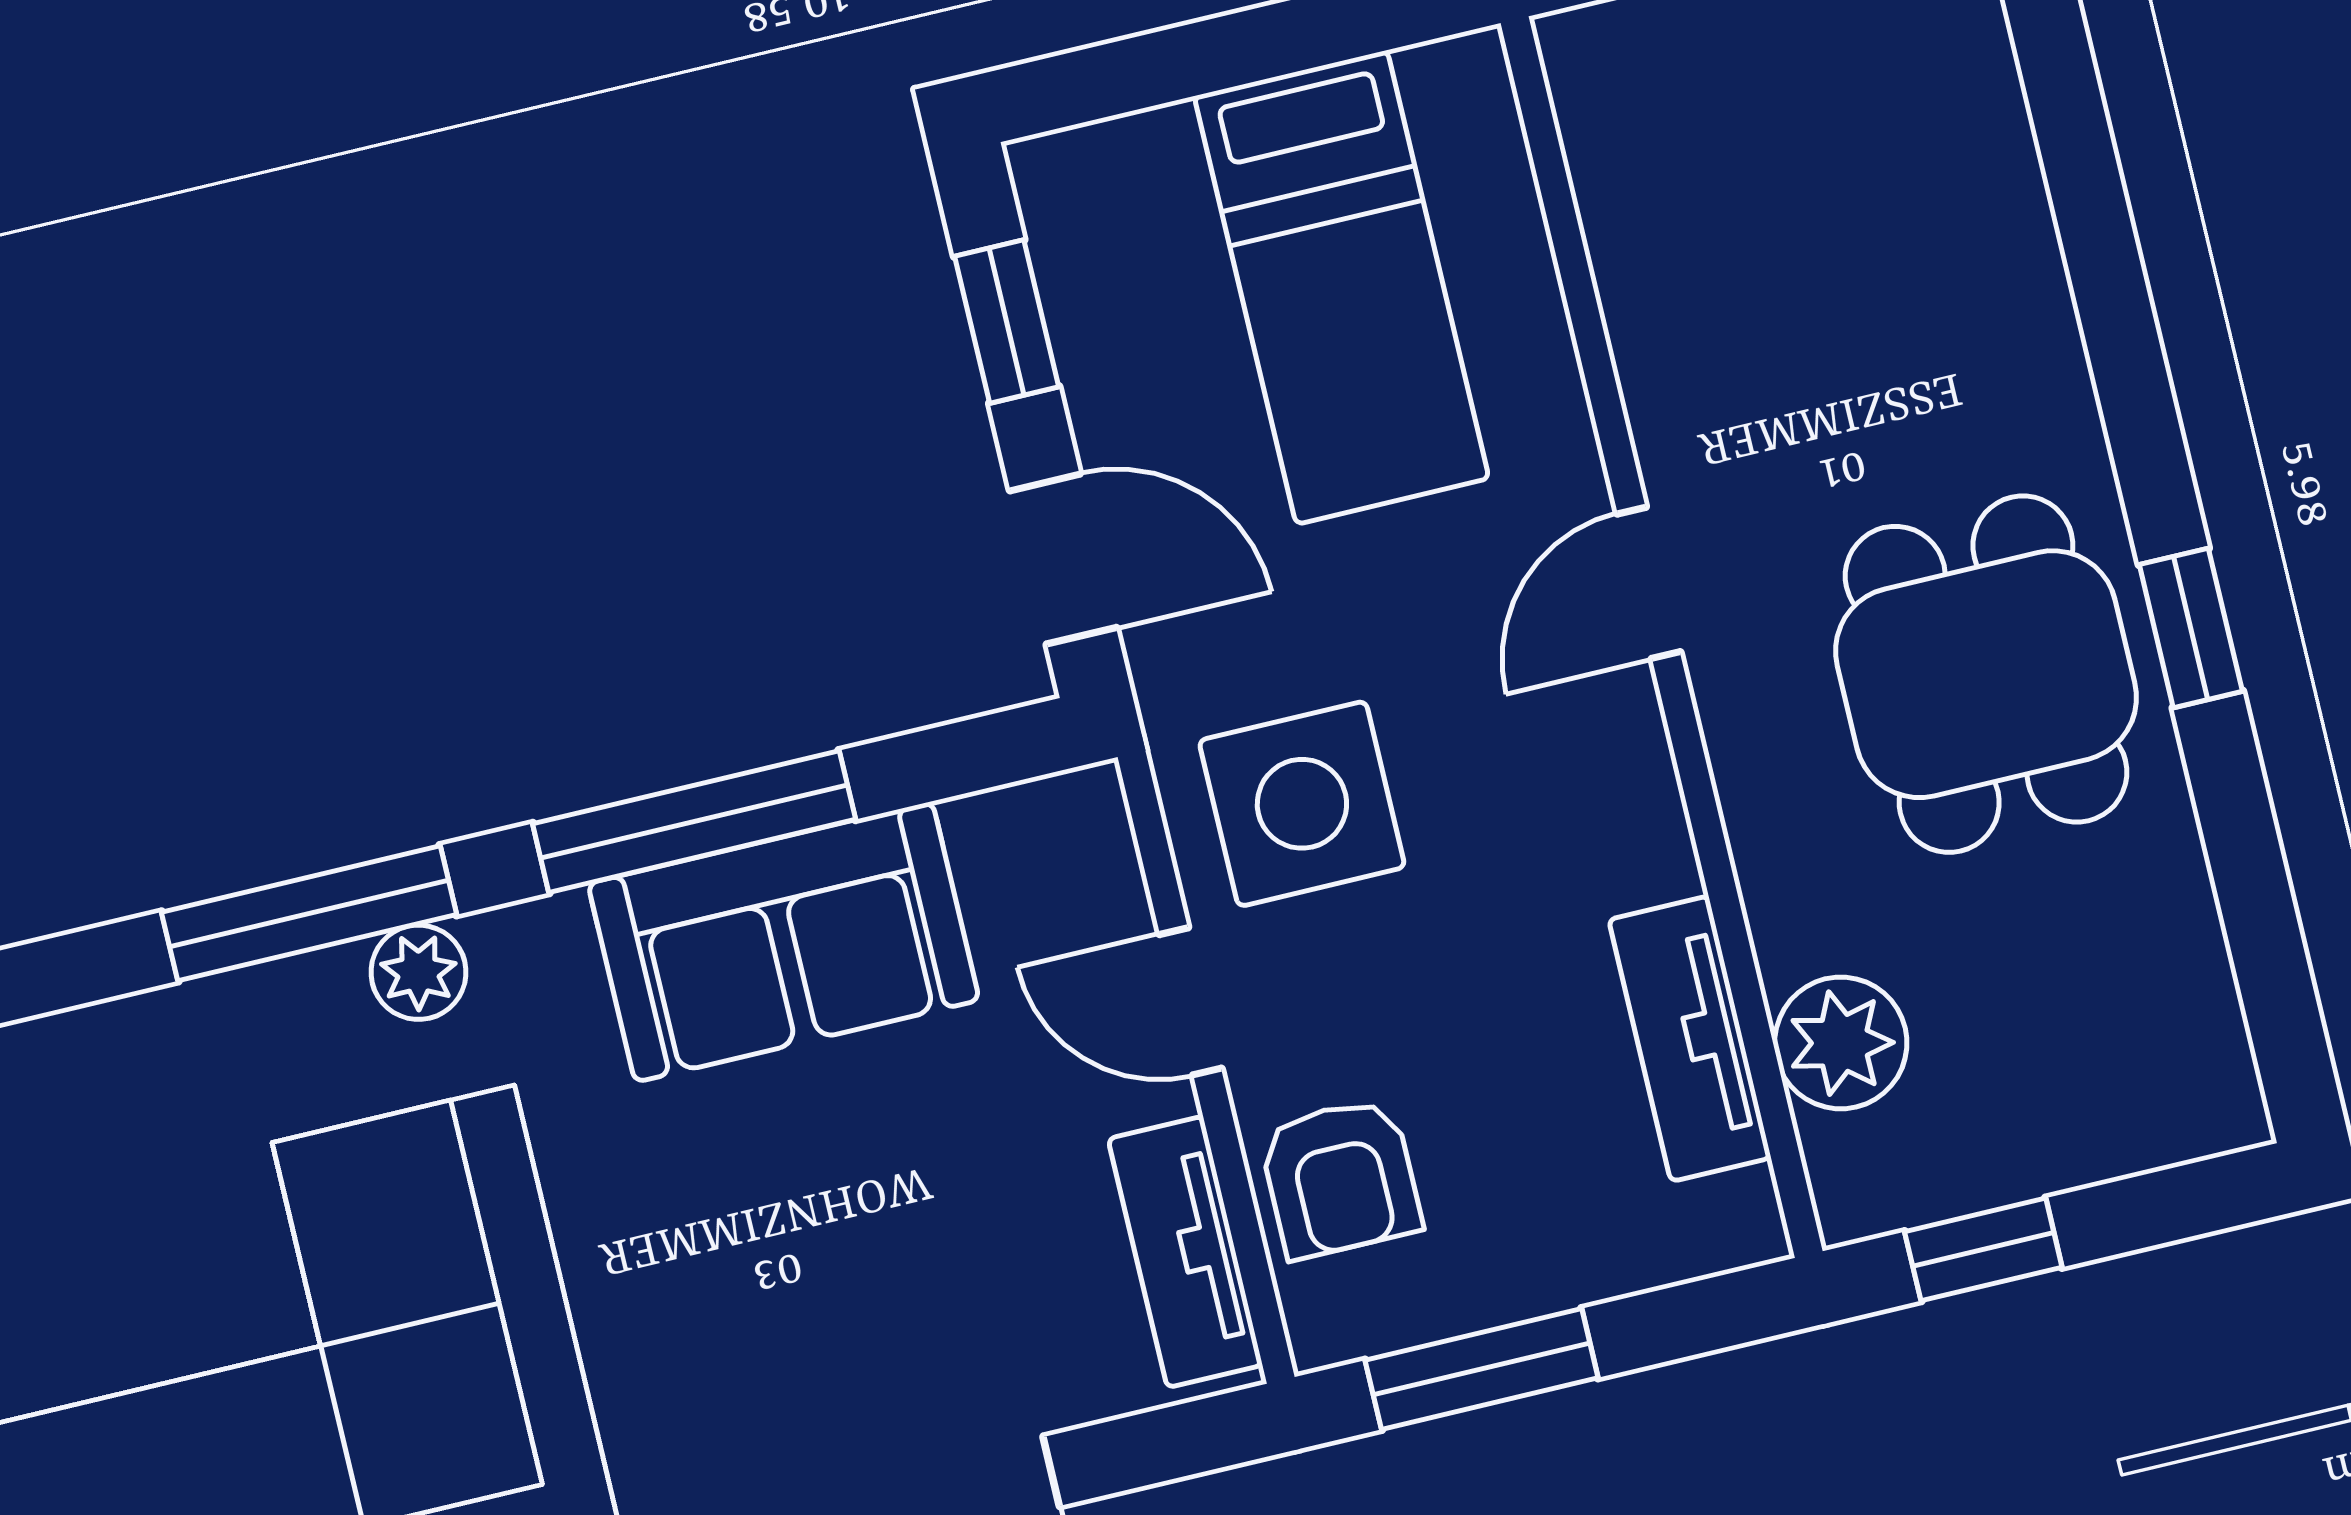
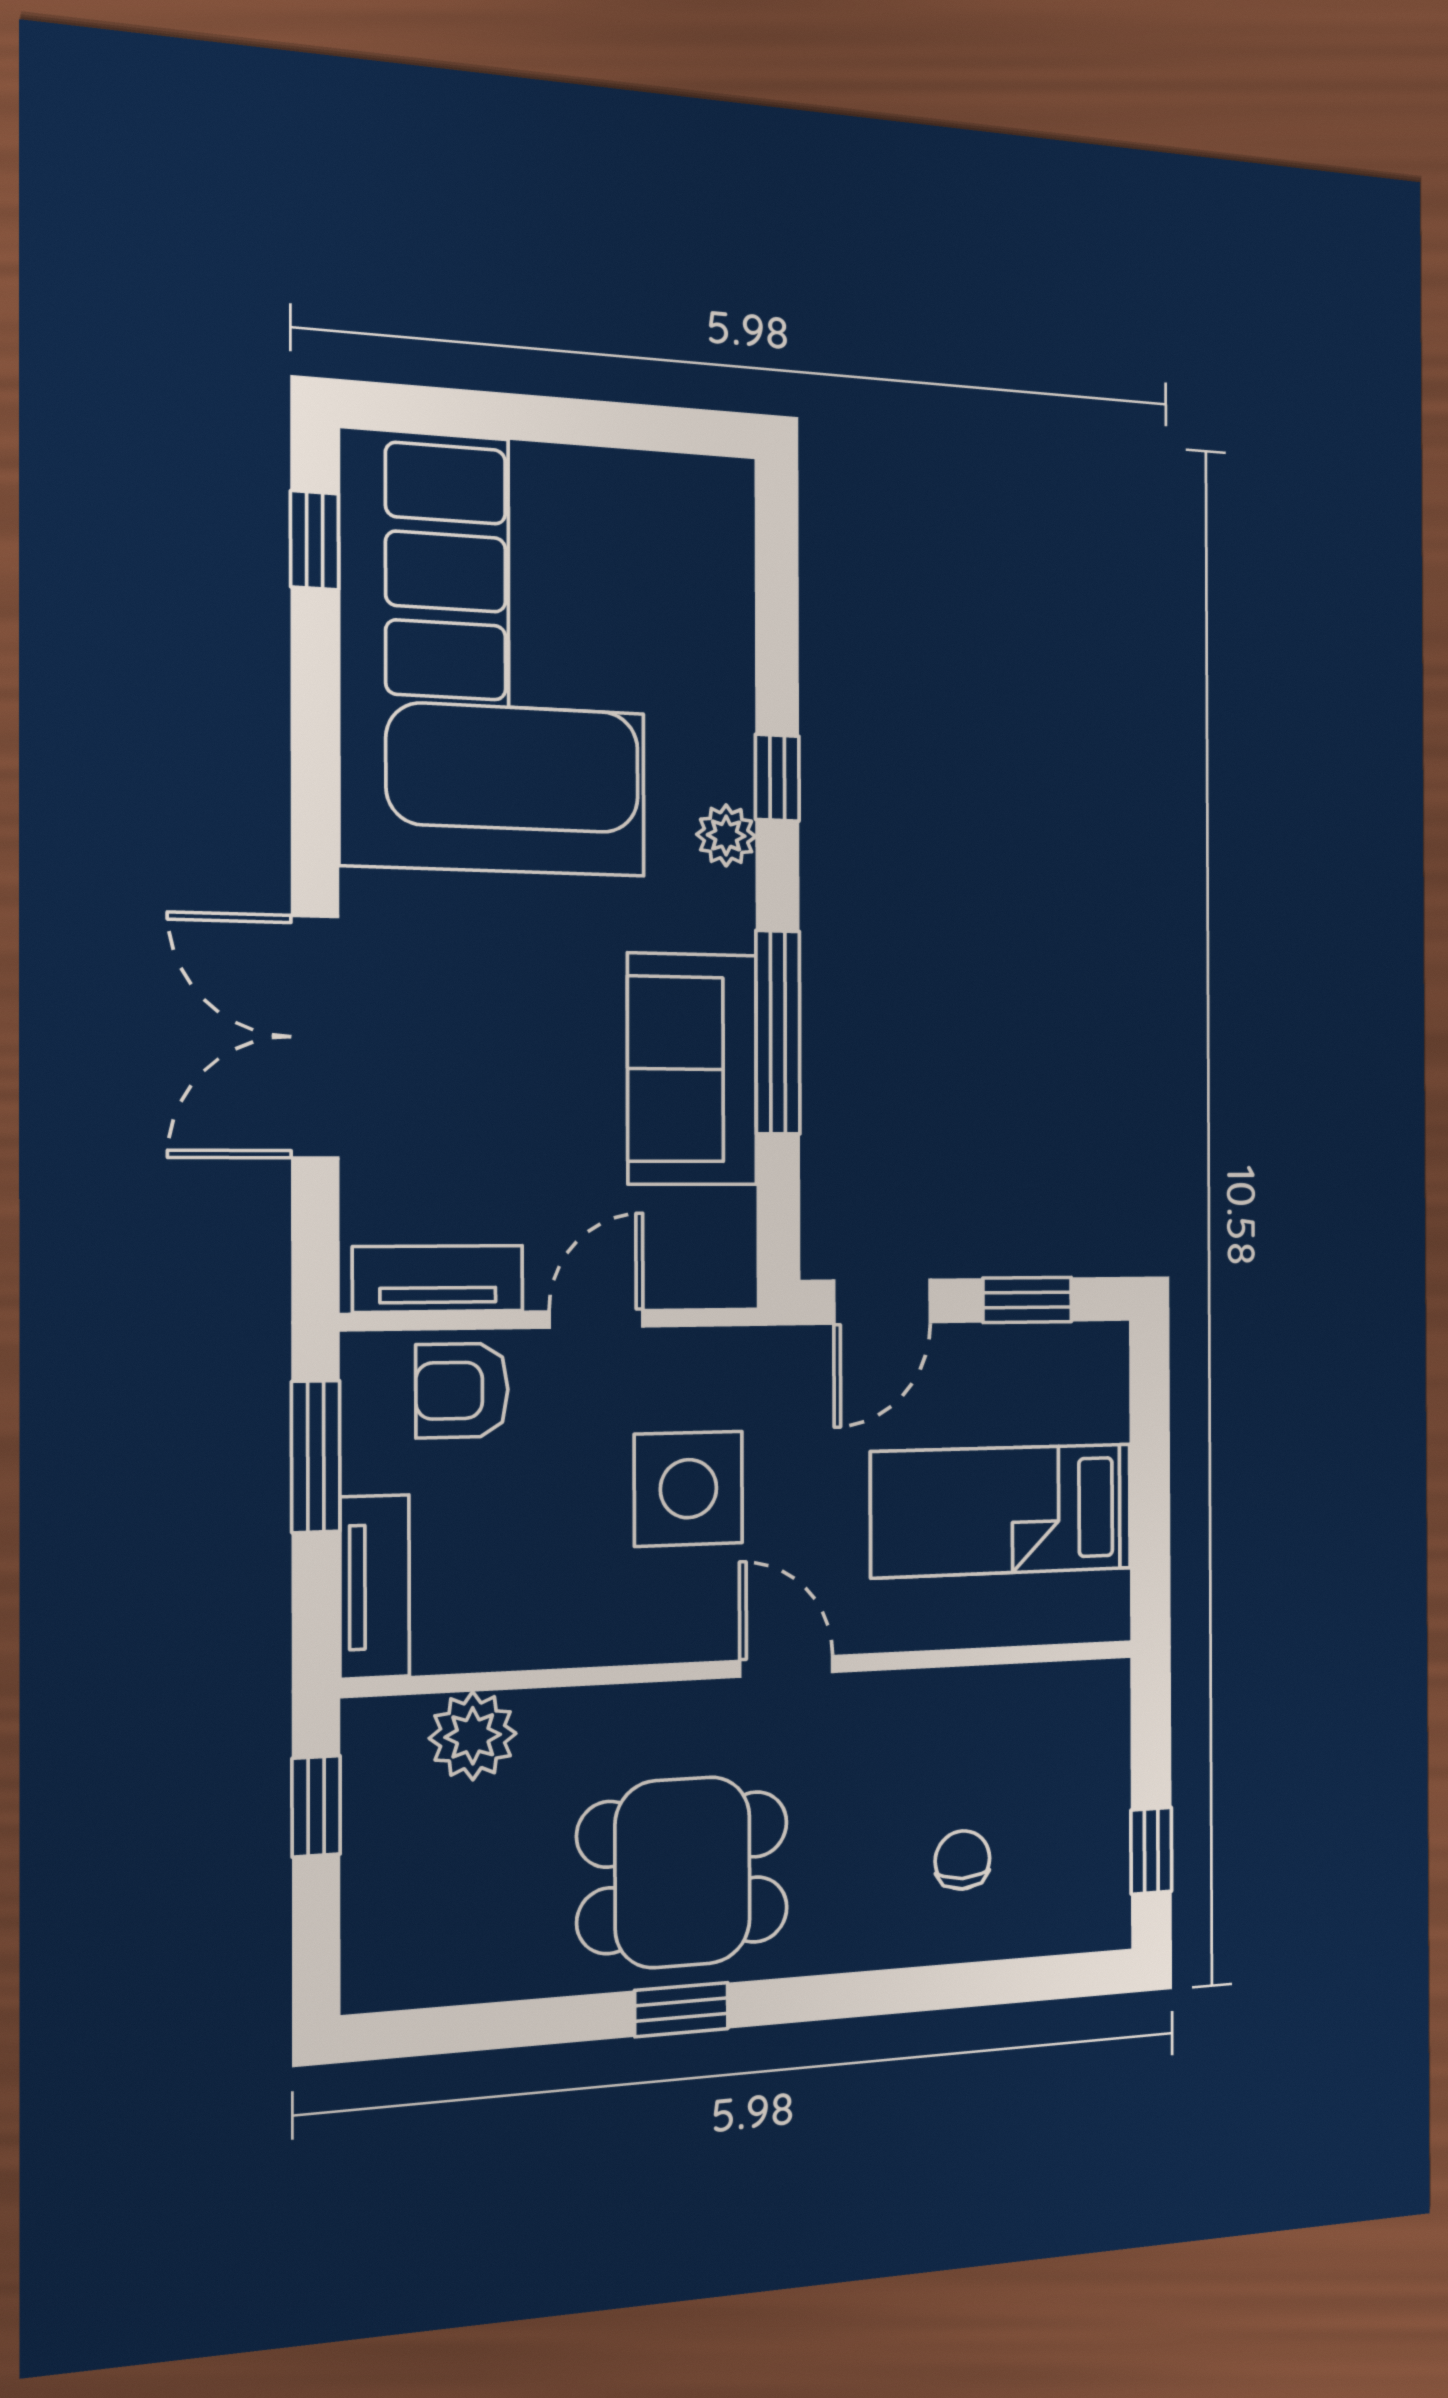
chair: (1892, 227) -> (962, 1860), added
side table: (1302, 804) -> (688, 1489), moved
window: (309, 913) -> (777, 778), width x0.46
tv unit: (1690, 1039) -> (375, 1587), moved, turned 90

